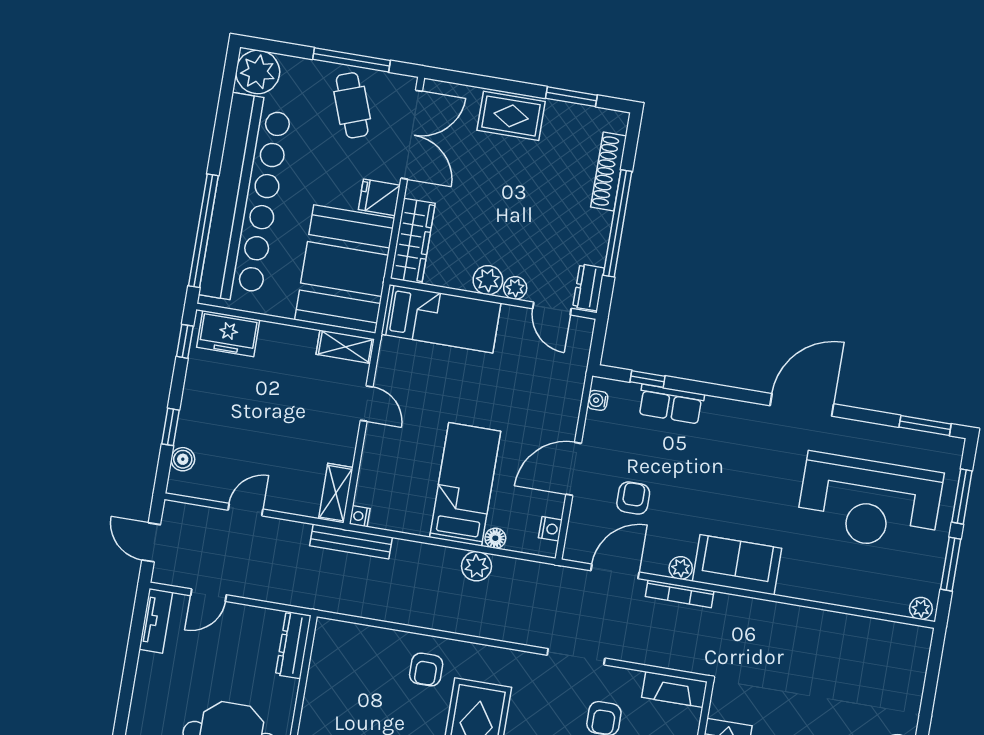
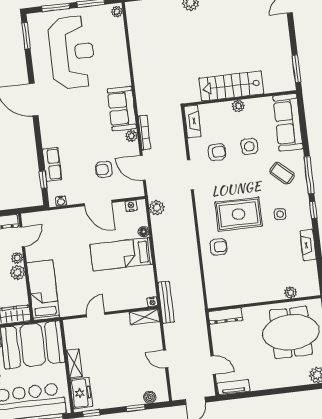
shelving: (345, 347) -> (74, 363), moved
plant: (476, 566) -> (157, 208), moved

